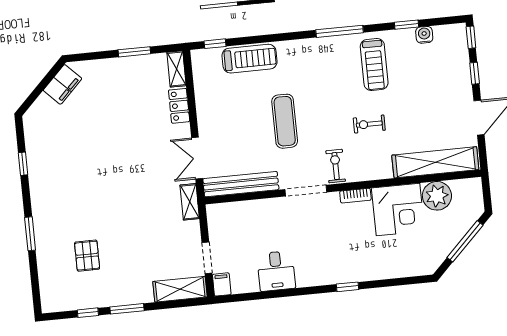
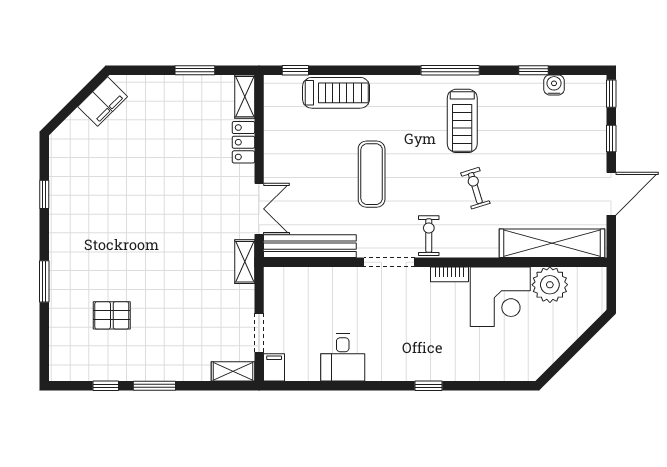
treadmill: (374, 64) -> (462, 121), moved
exercise bike: (369, 124) -> (475, 188), turned 73
double door: (197, 158) -> (259, 209), swing flipped
window: (465, 241) -> (579, 344), removed
pallet: (87, 256) -> (112, 315), turned 90
shelving: (180, 289) -> (233, 371), width x0.67, depth x0.75

